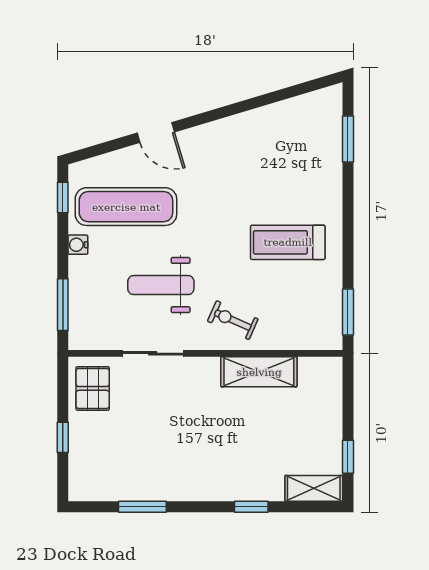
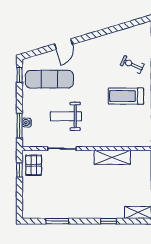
door: (156, 133) -> (63, 44), hinge flipped
water cooler: (78, 245) -> (27, 123), moved
exercise bike: (233, 320) -> (132, 65), moved
window: (63, 437) -> (19, 170), moved

